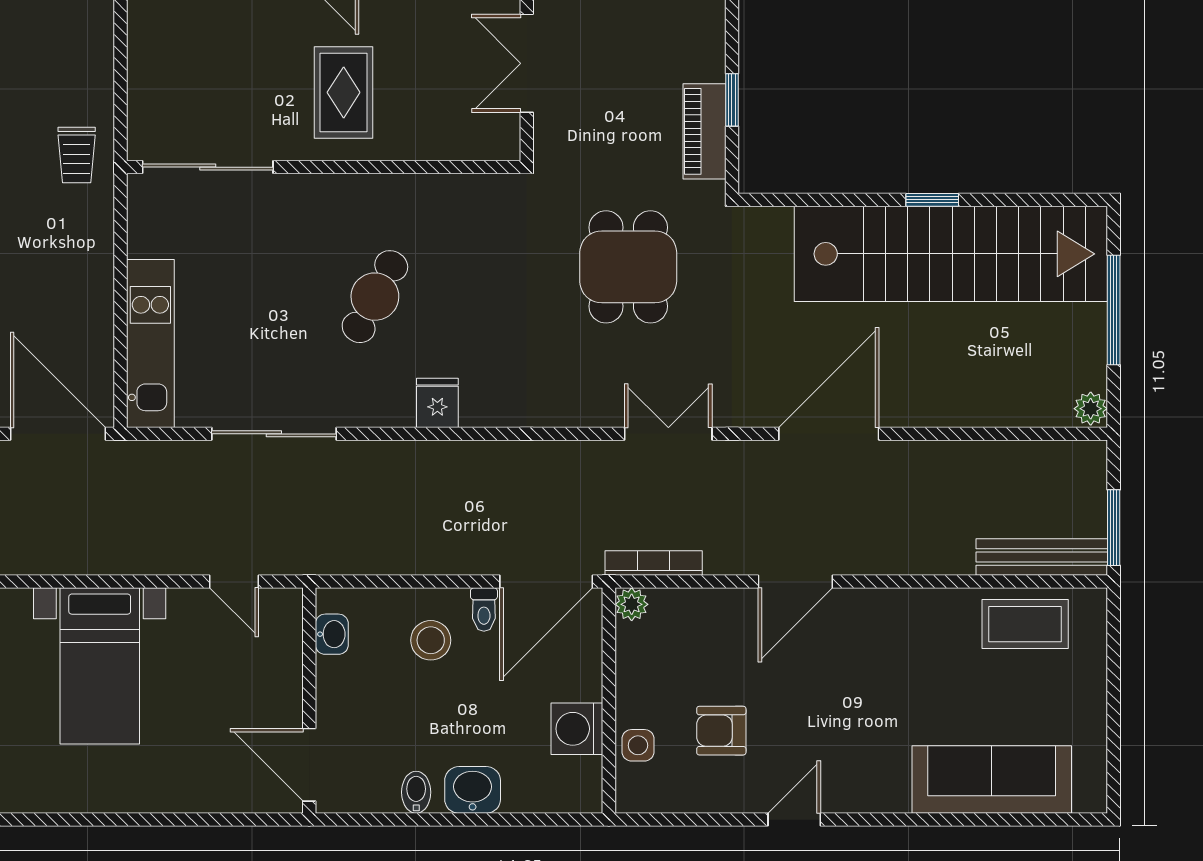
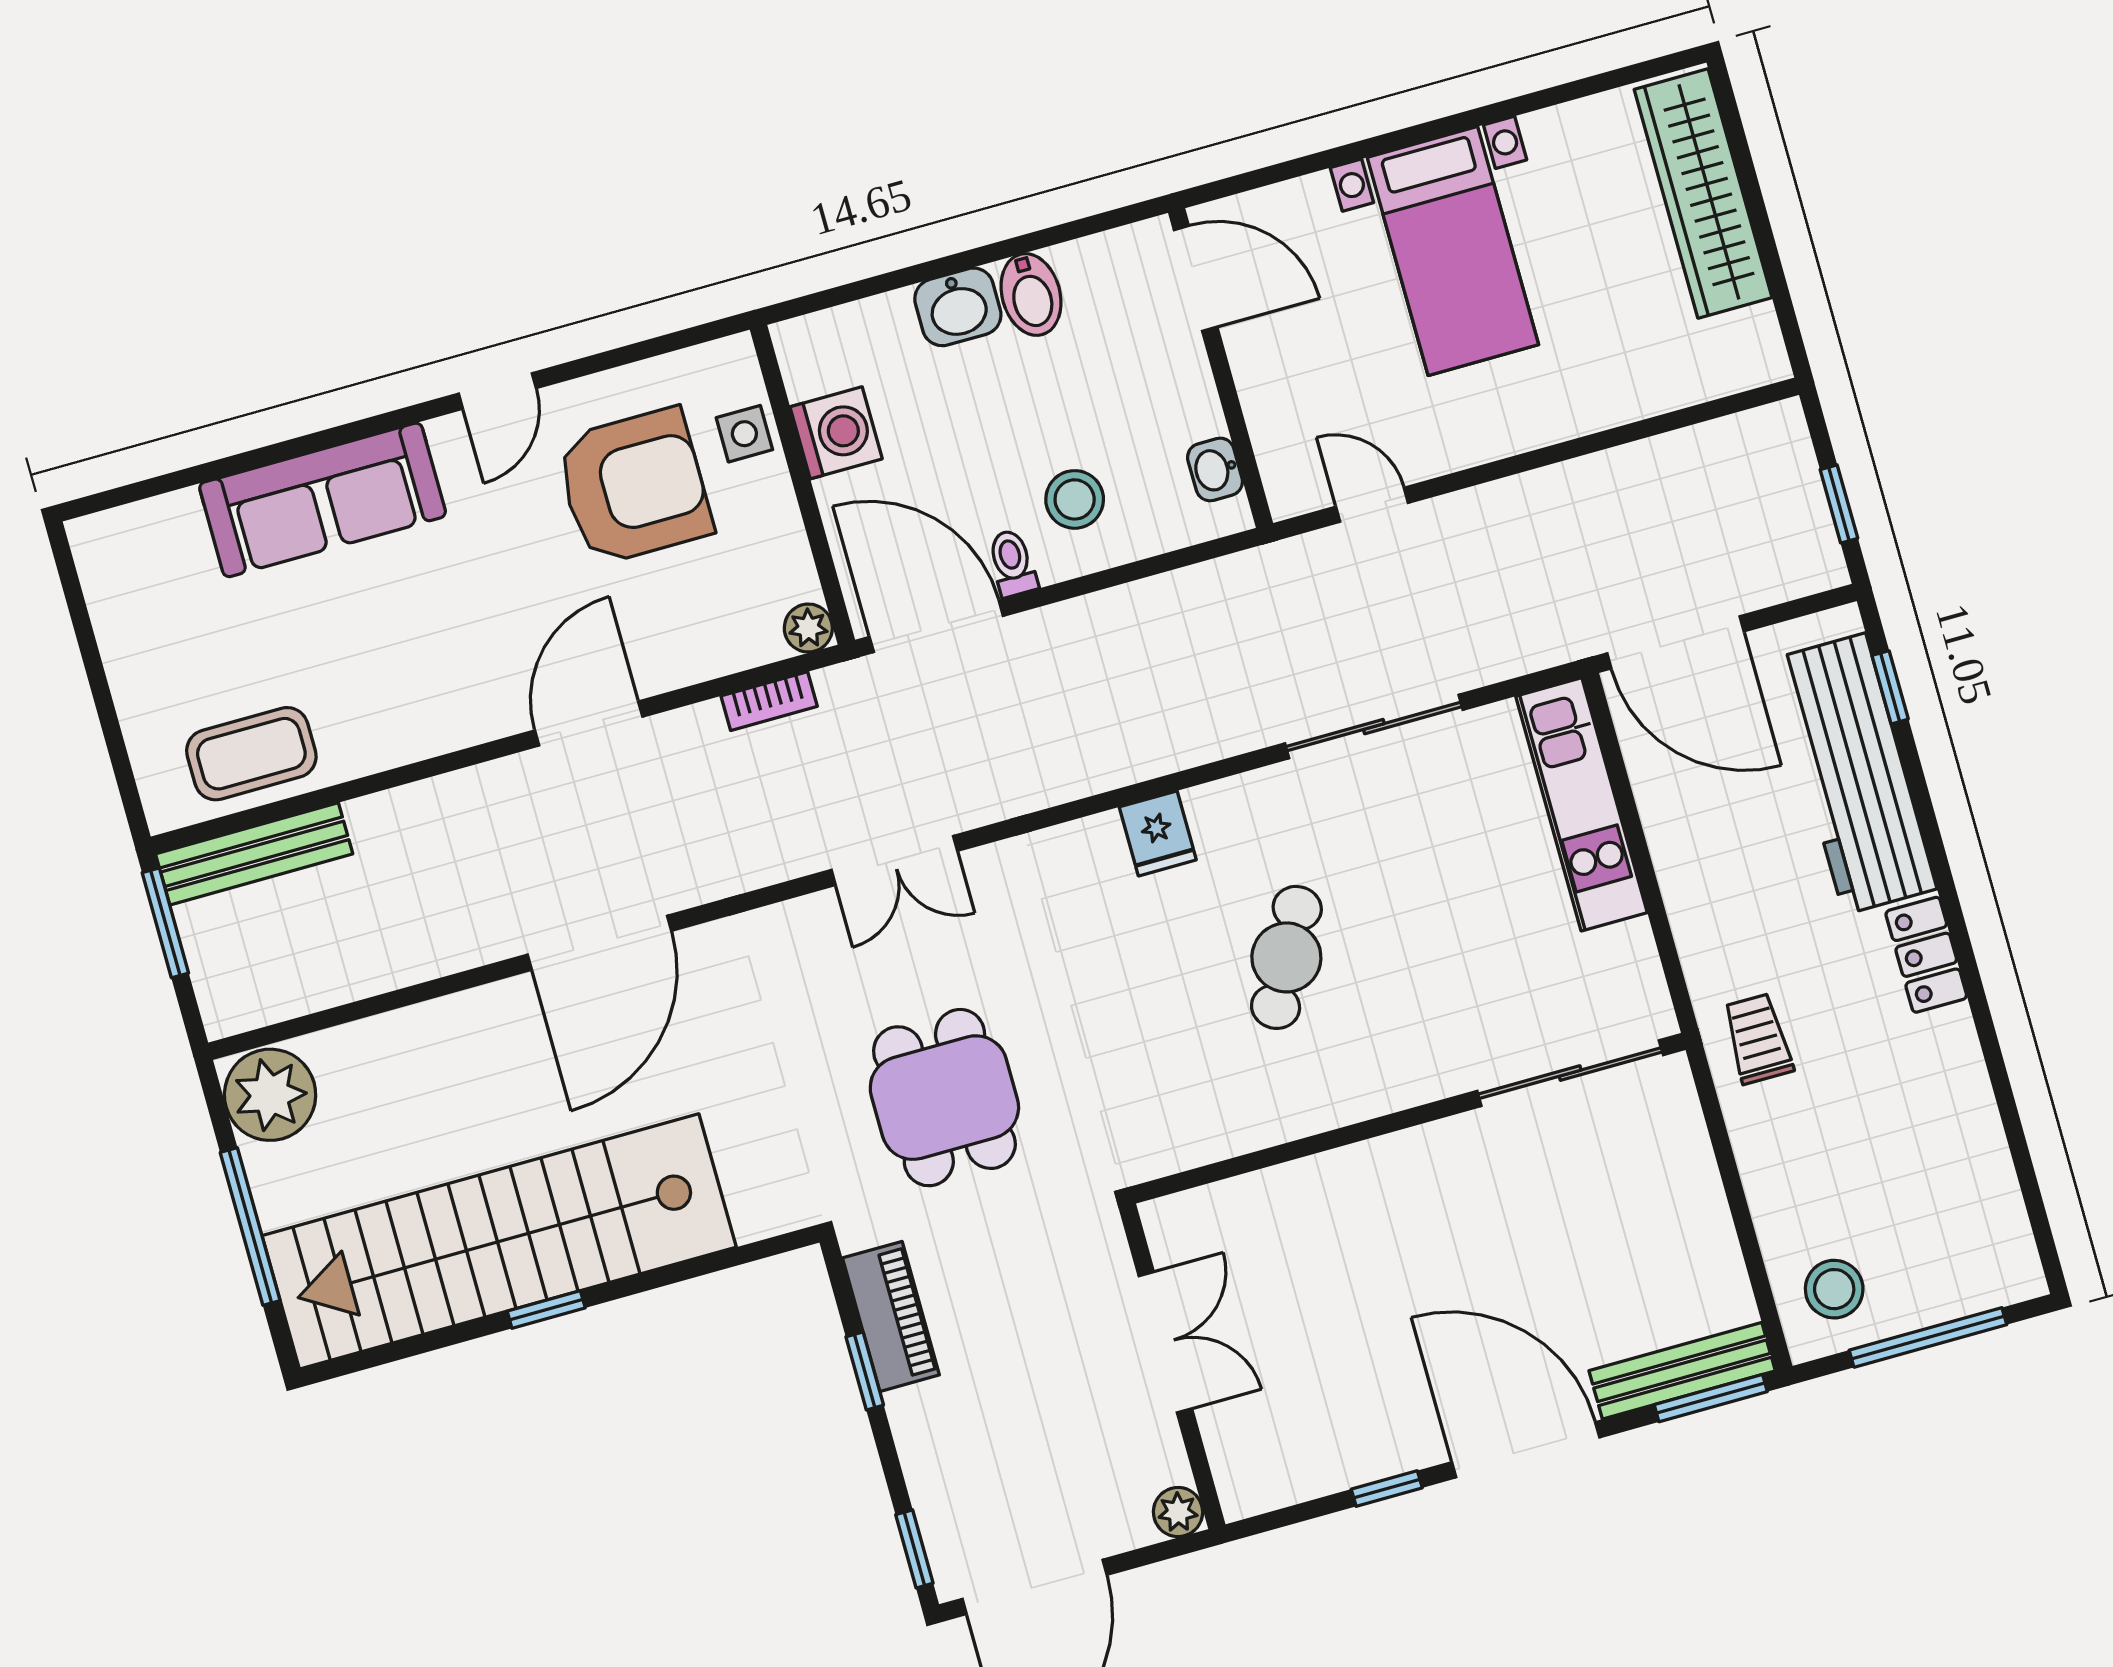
rug: (344, 92) -> (1410, 1230), removed
plant: (1091, 409) -> (270, 1095), width x1.87, depth x1.87
double door: (668, 434) -> (894, 860), moved
bookcase: (654, 563) -> (769, 701), width x0.64
door: (546, 582) -> (936, 626), hinge flipped
bed with nightstands: (100, 666) -> (1453, 251), moved, turned 180
armchair: (721, 731) -> (634, 487), width x1.88, depth x1.88
sofa: (992, 780) -> (323, 500), moved
bidet: (416, 792) -> (1031, 294), width x1.38, depth x1.36

